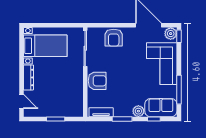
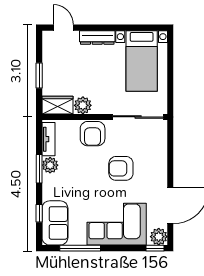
armchair: (114, 38) -> (121, 168), moved
plant: (77, 88) -> (83, 105), added
door: (21, 102) -> (63, 28), swing flipped
wardrobe: (77, 106) -> (57, 105), added
plant: (138, 111) -> (50, 165), moved

